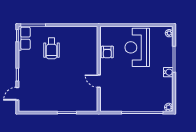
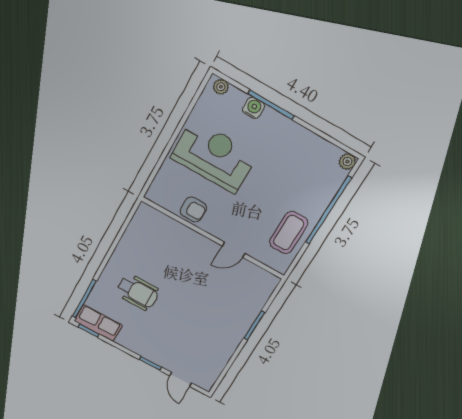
reception desk: (137, 47) -> (214, 156), turned 180
water cooler: (168, 72) -> (254, 108), moved
coffee table: (122, 101) -> (289, 233), added

